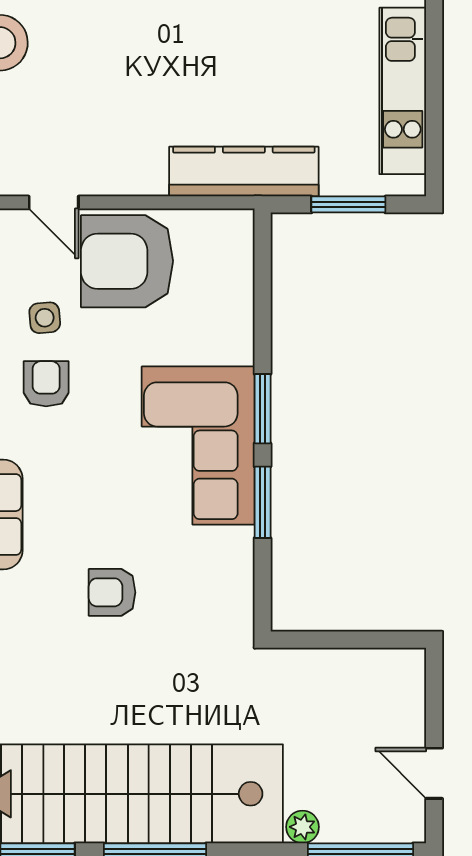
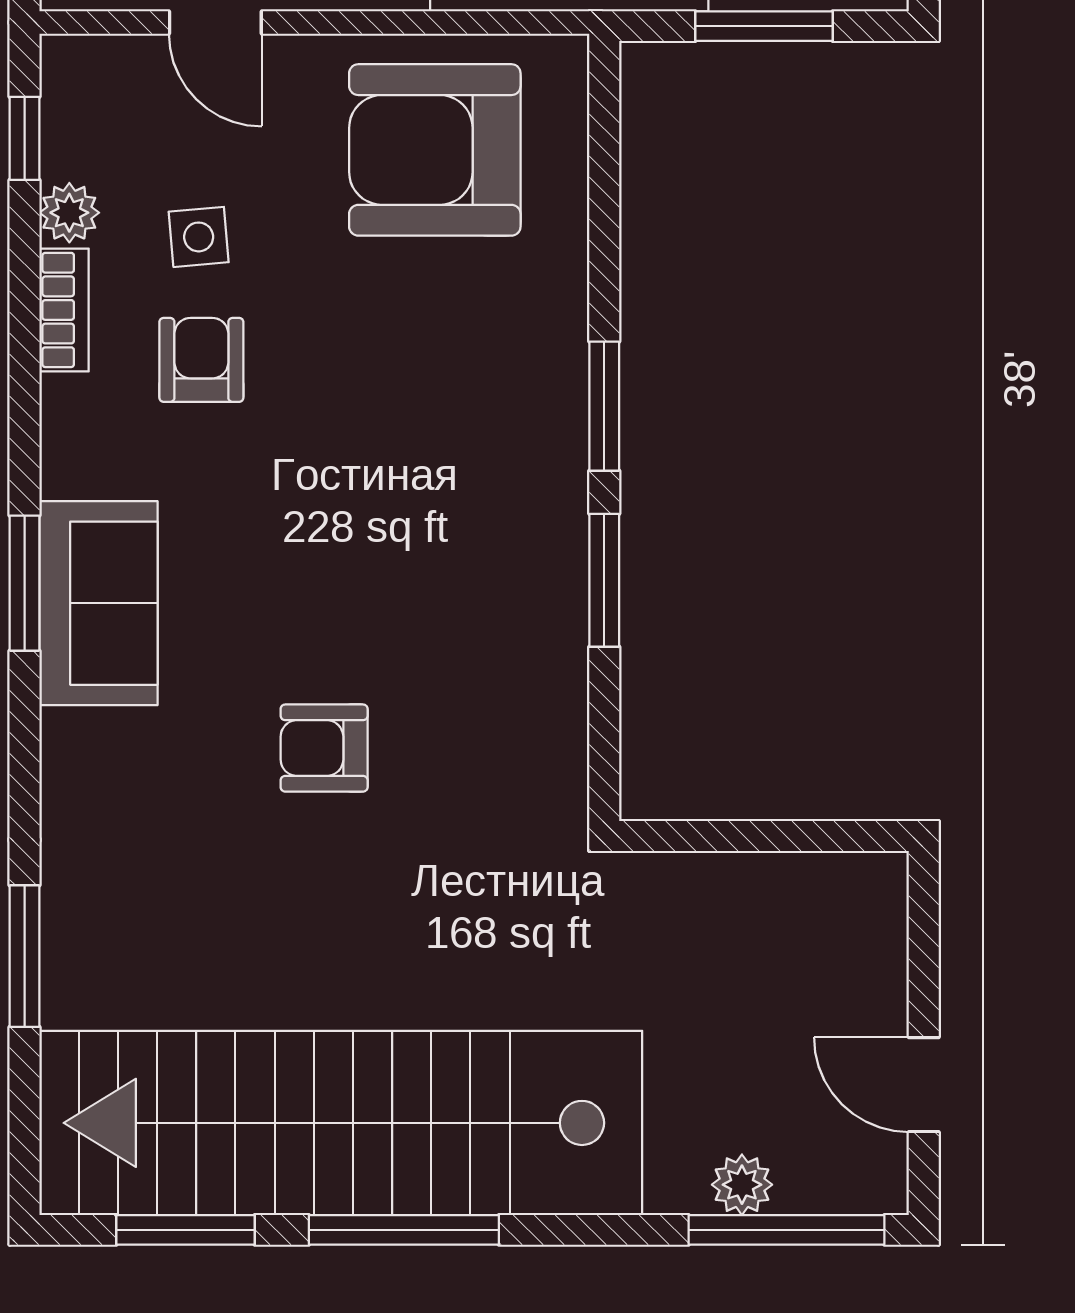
armchair: (127, 261) -> (435, 150), moved
corner sofa: (198, 446) -> (484, 475), removed
plant: (303, 827) -> (742, 1185), moved

